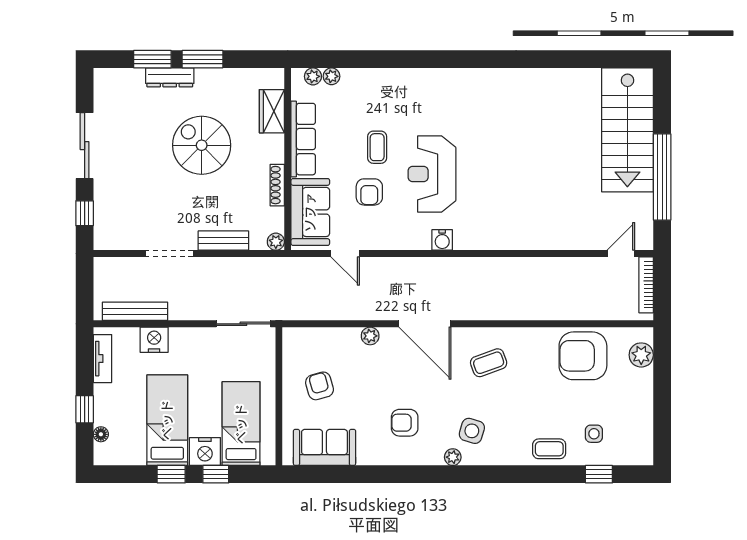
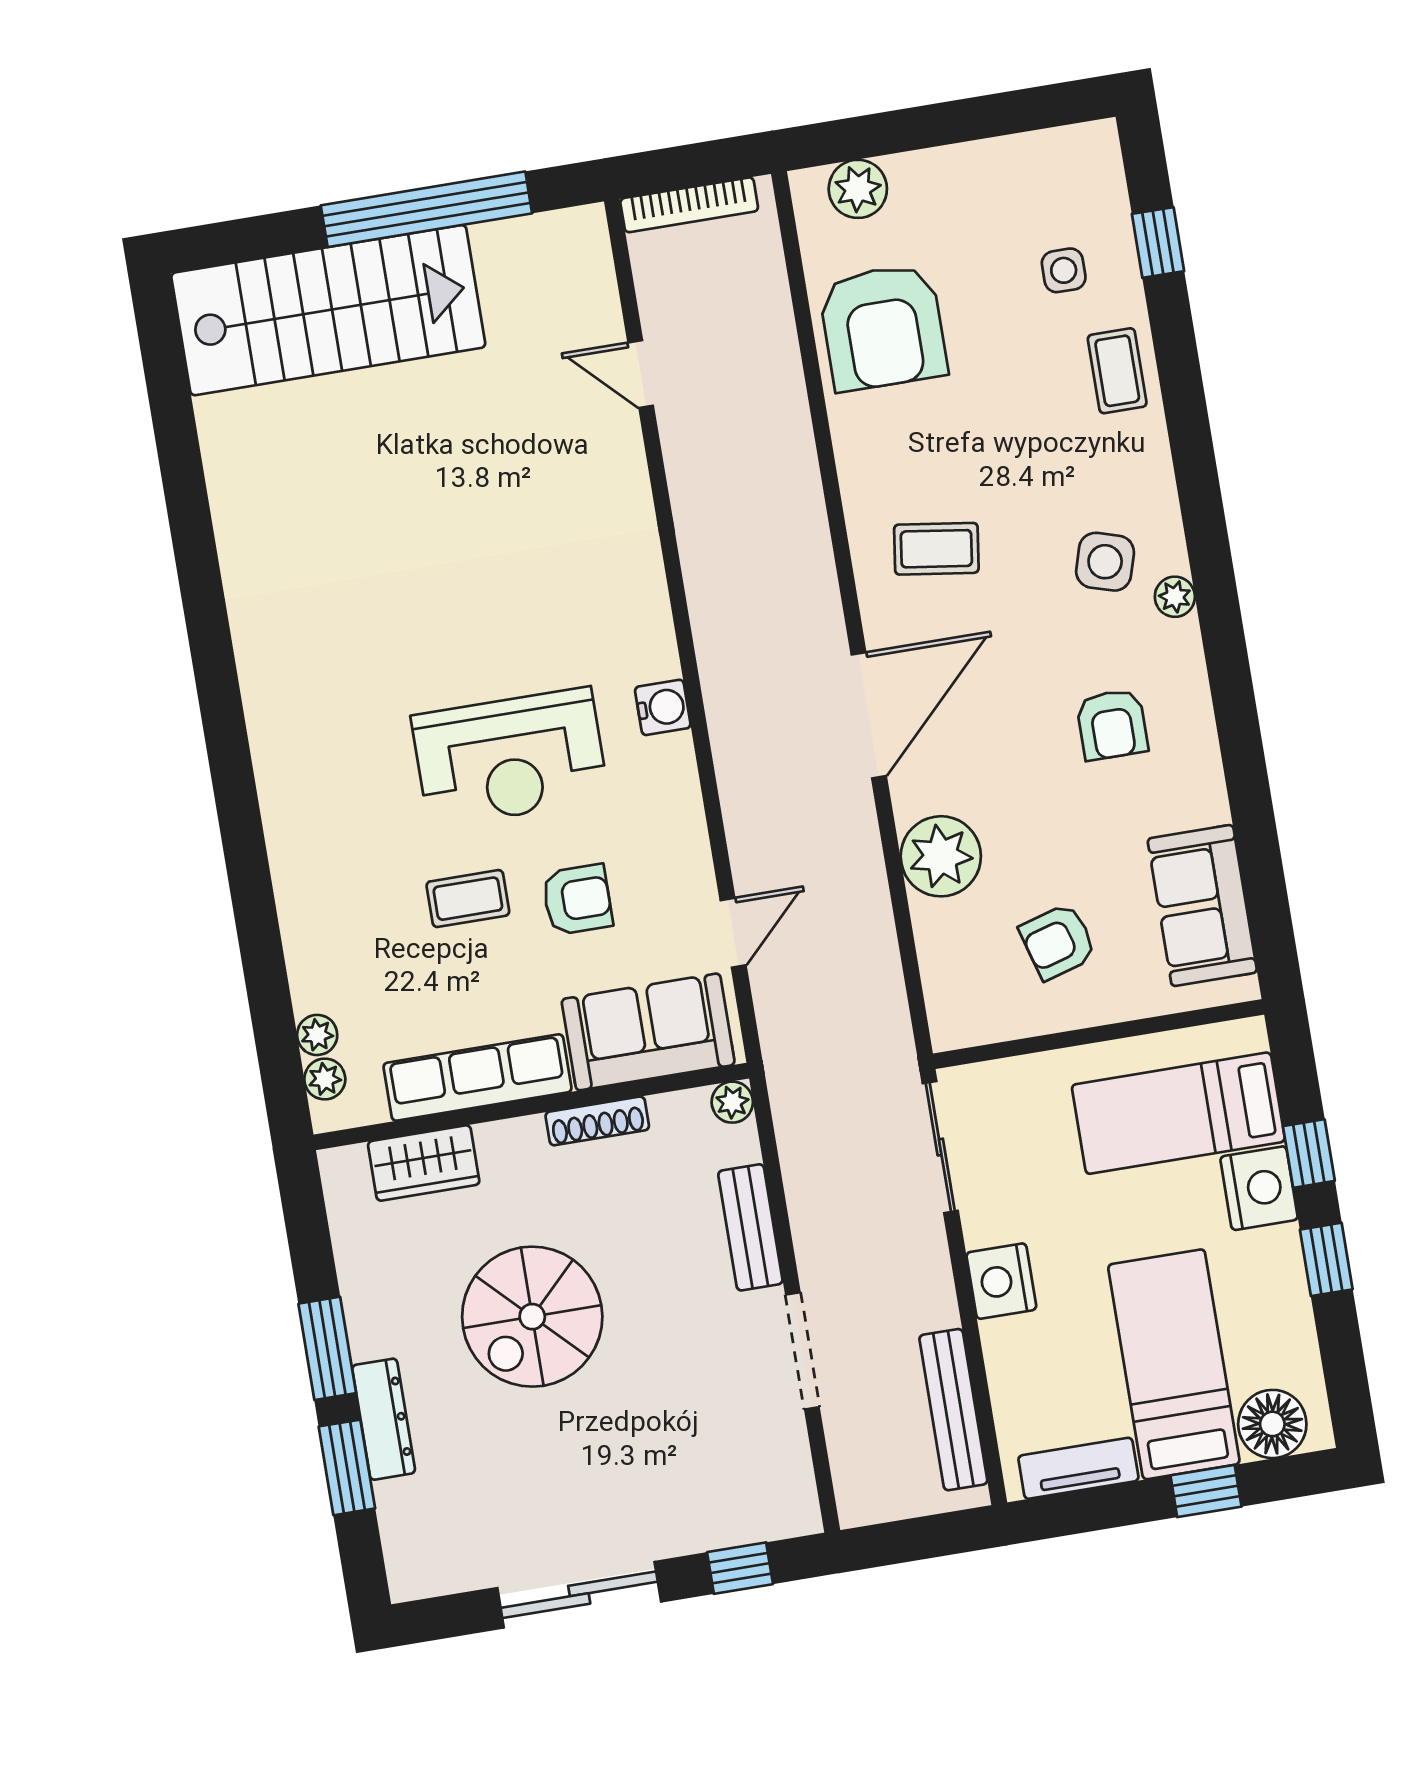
door: (621, 254) -> (641, 374), moved
plant: (370, 336) -> (941, 856), width x1.88, depth x1.88
nightstand: (154, 340) -> (1001, 1281), moved
coffee table: (489, 363) -> (936, 549), turned -62
bed: (167, 420) -> (1174, 1364), moved, turned 90
floor lamp: (101, 434) -> (1272, 1424), width x1.89, depth x1.89

